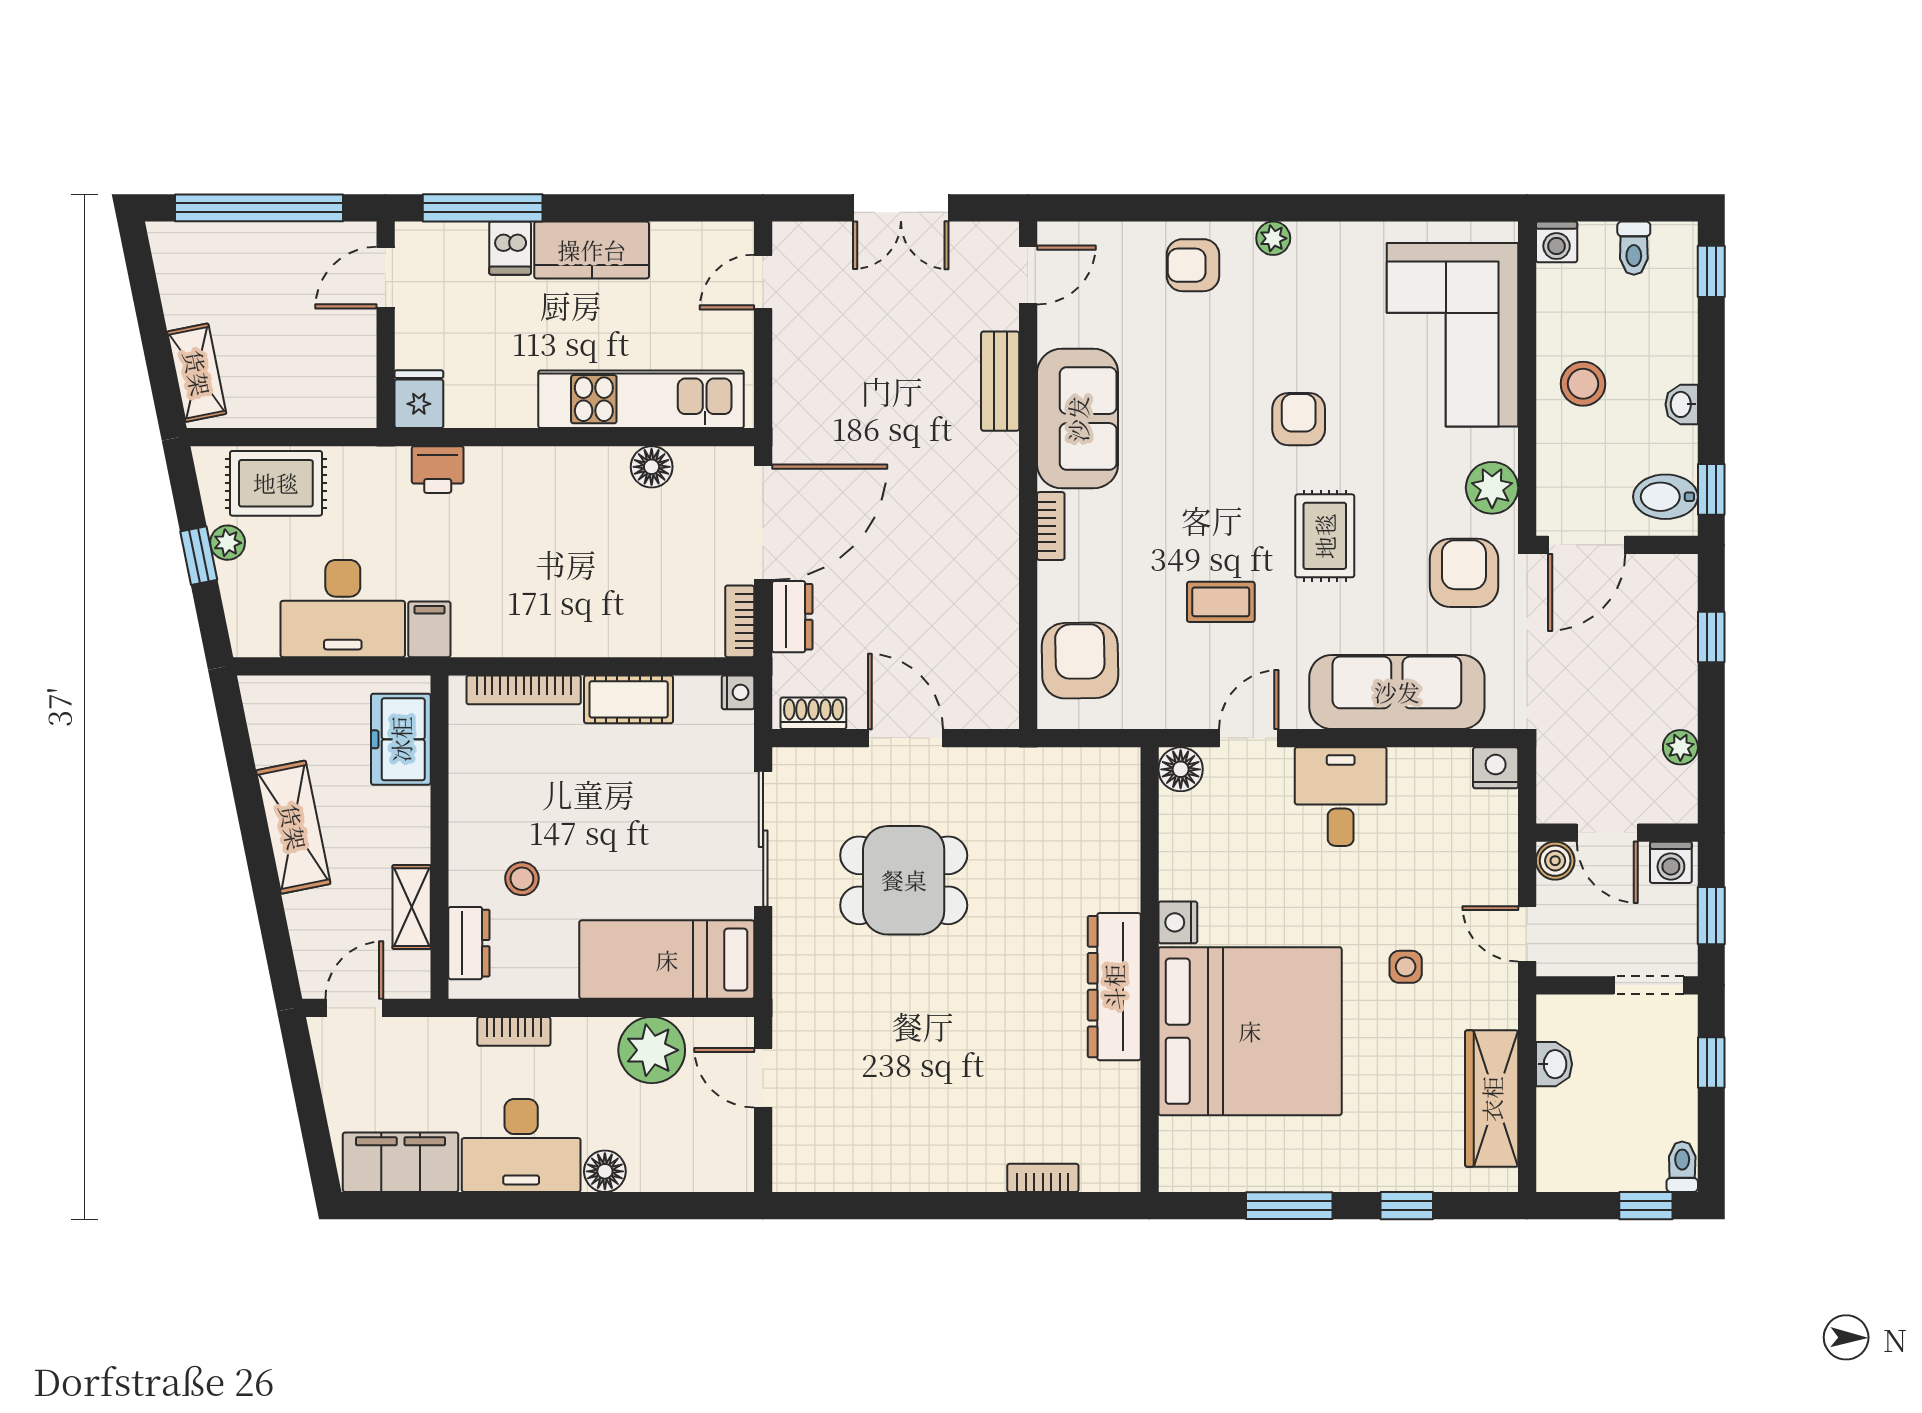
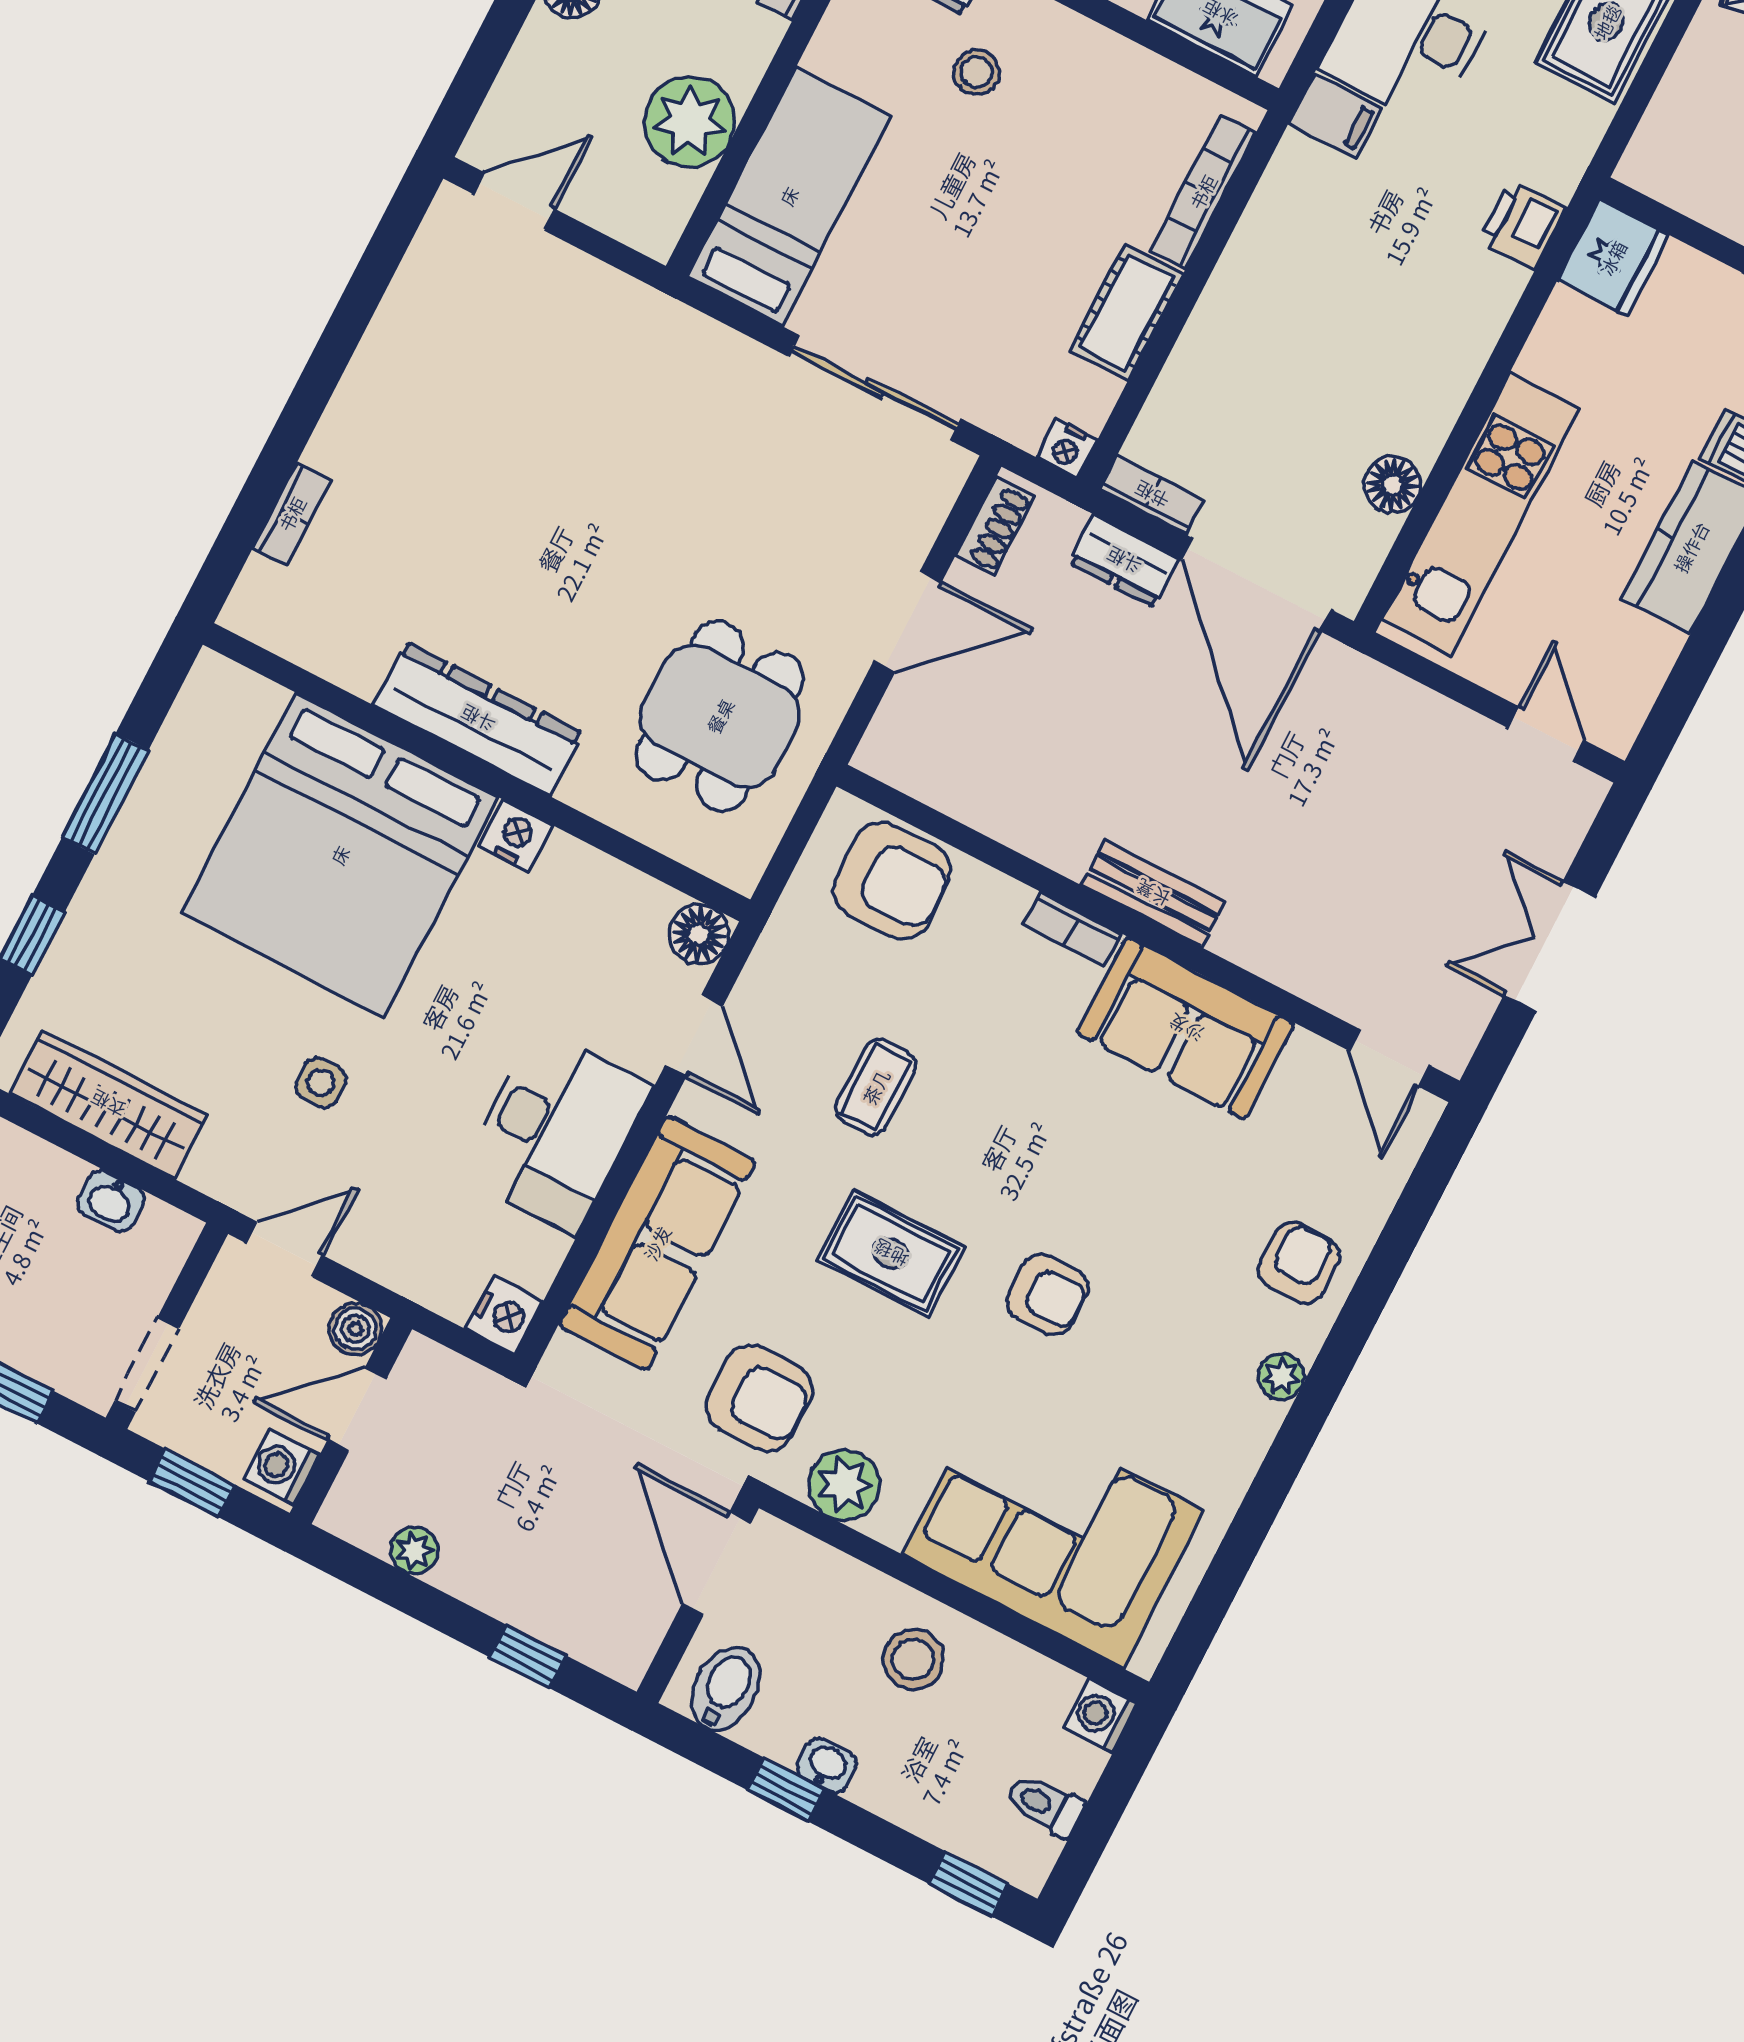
bench: (1000, 381) -> (1153, 893), moved
fridge: (419, 399) -> (1613, 258), width x1.38
window: (1711, 489) -> (786, 1789), moved
desk: (1341, 797) -> (556, 1131), width x1.37
dining table: (904, 880) -> (720, 716), moved
door: (763, 1078) -> (514, 201), moved

